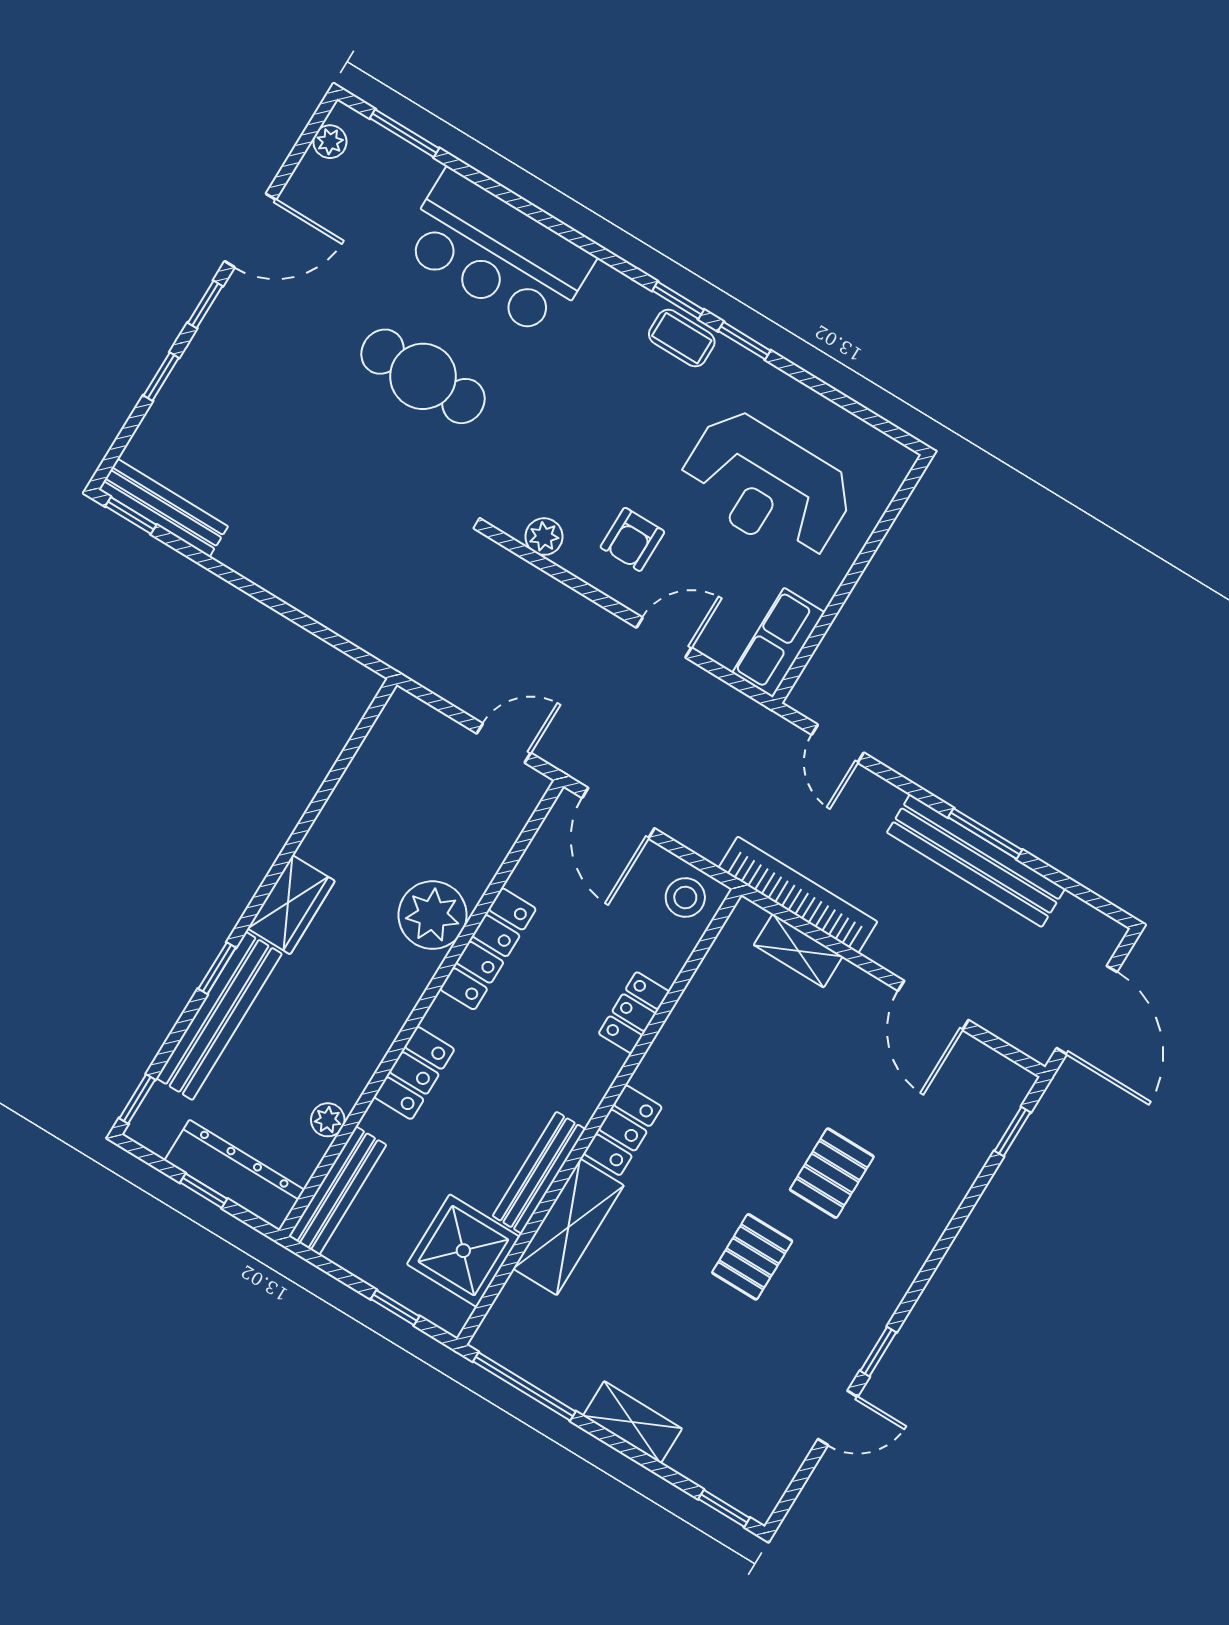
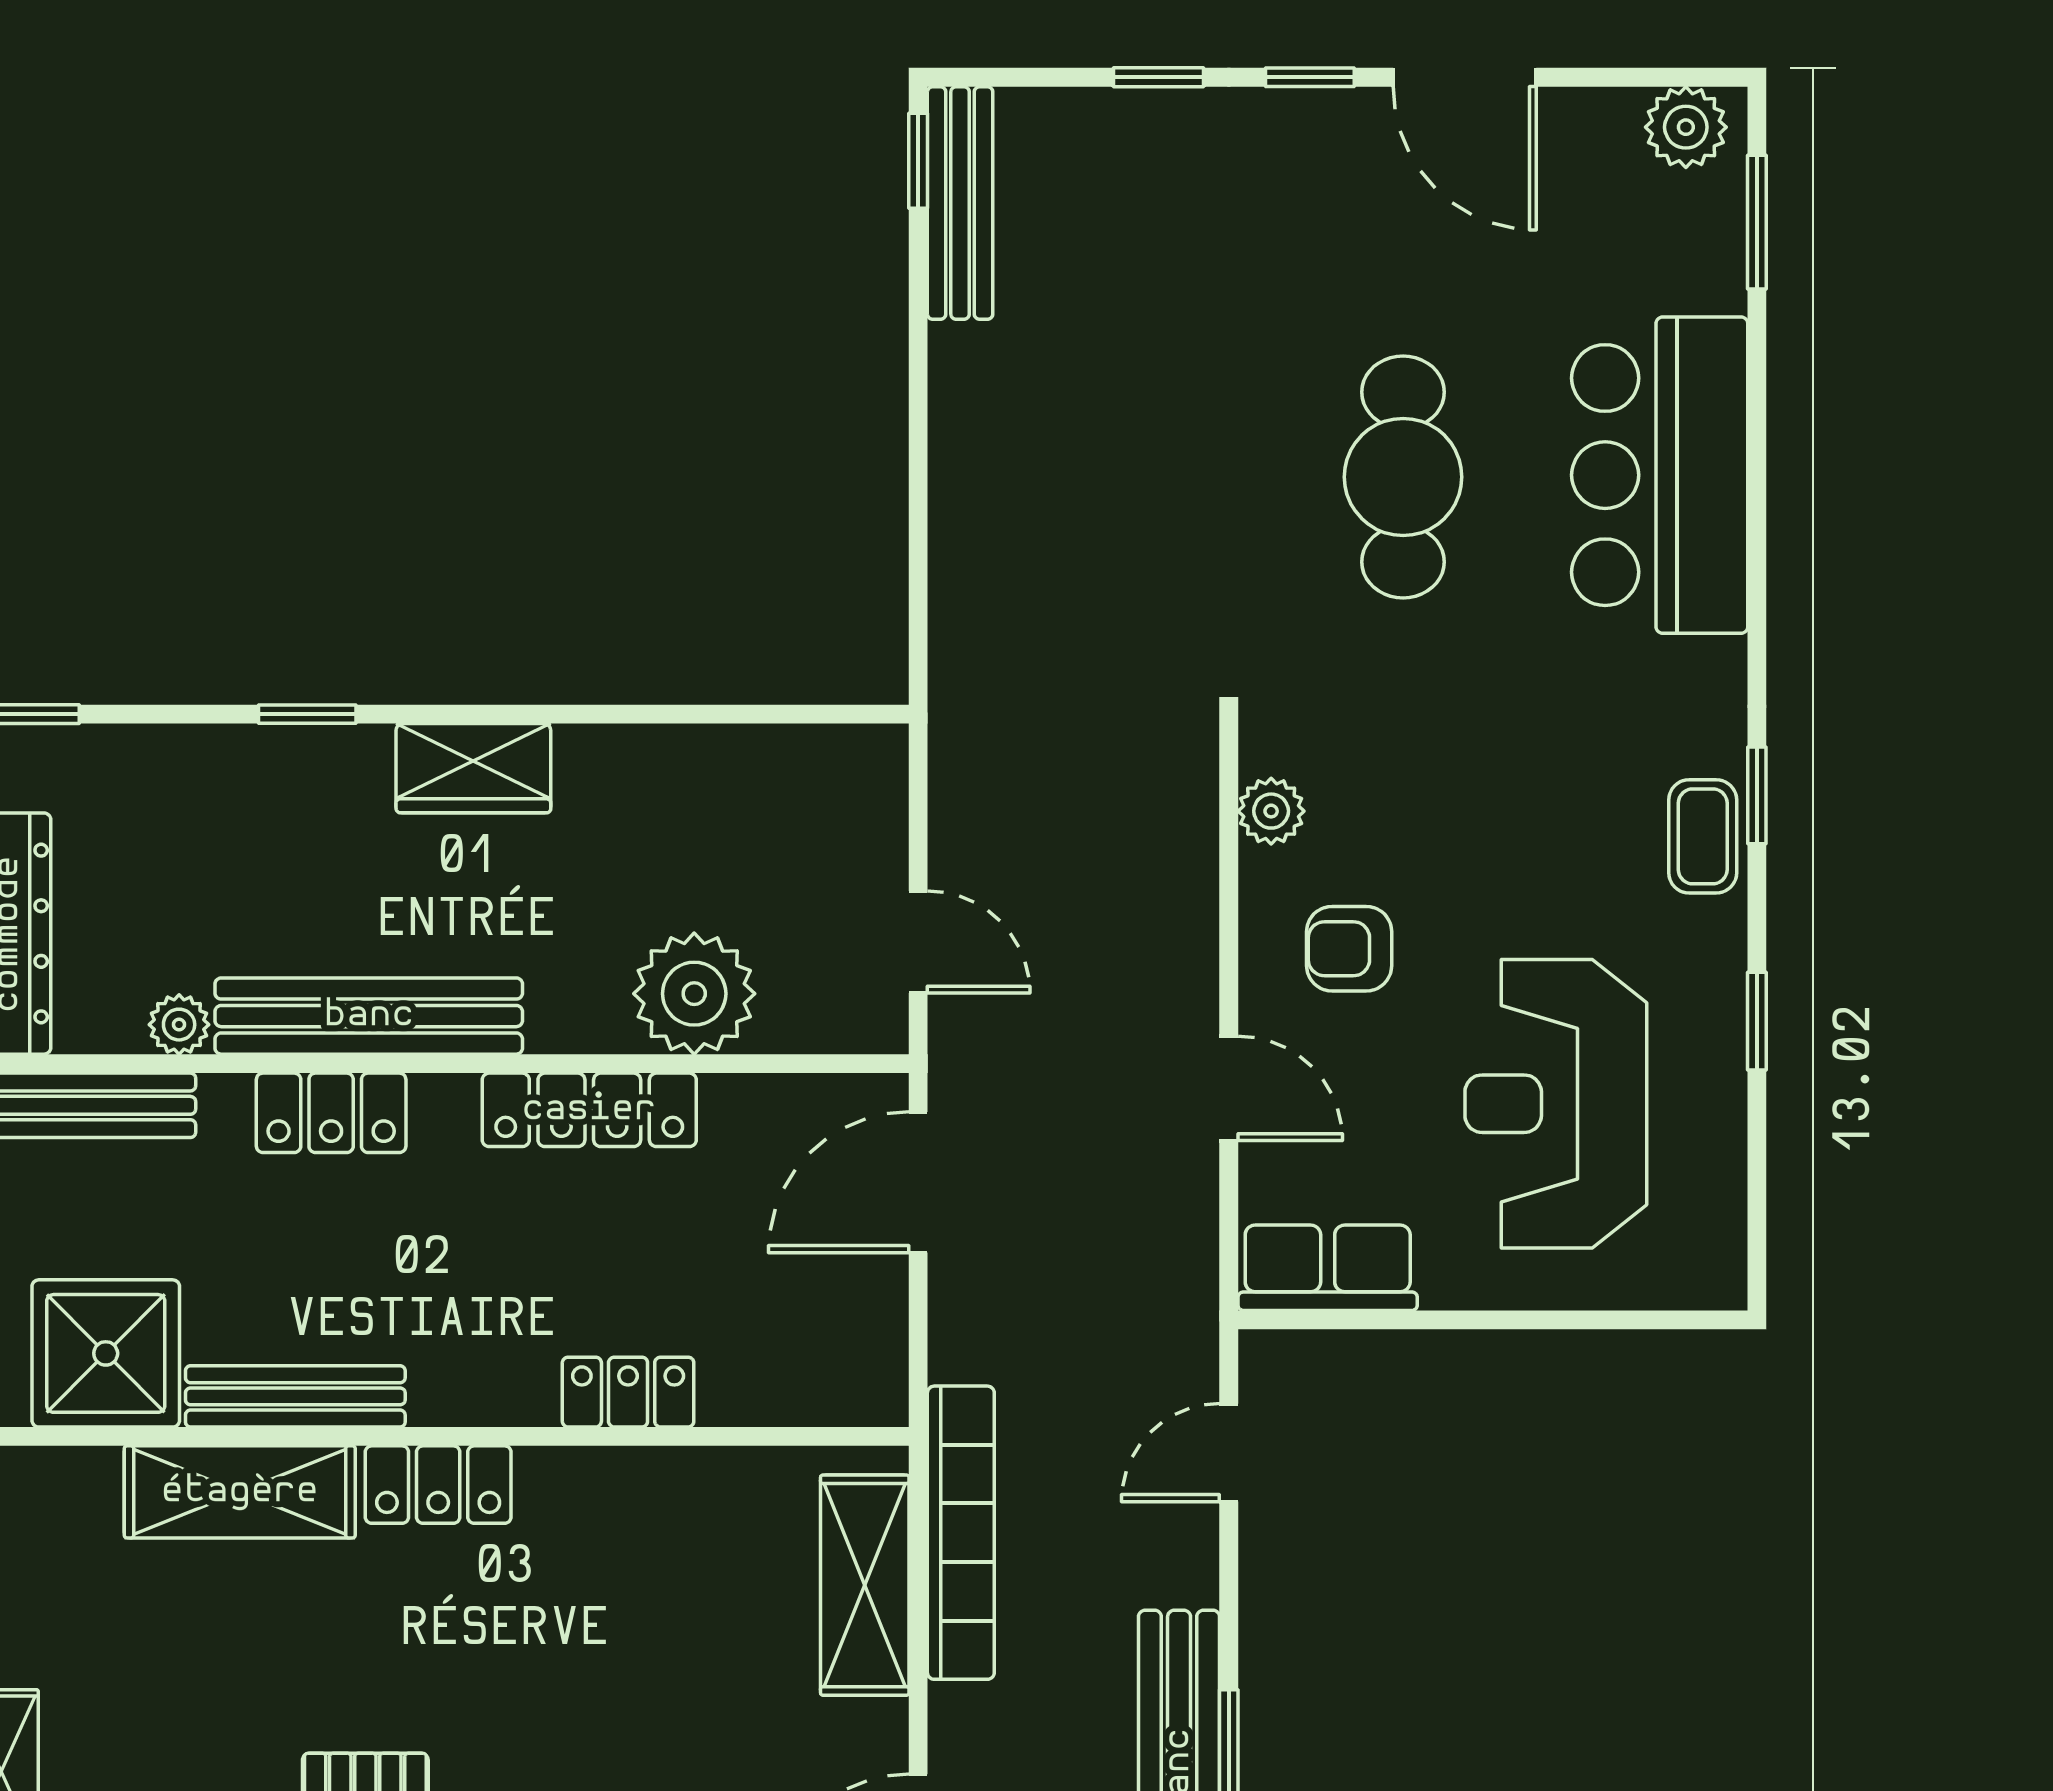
plant: (330, 142) -> (1686, 127), width x1.38, depth x1.38
window: (744, 341) -> (1757, 1021), moved
stool: (685, 897) -> (852, 1363), removed
plant: (433, 915) -> (694, 994), moved
shelving: (798, 951) -> (865, 1585), width x1.50, depth x1.33
bench: (219, 1016) -> (369, 1016), moved

